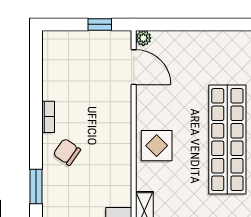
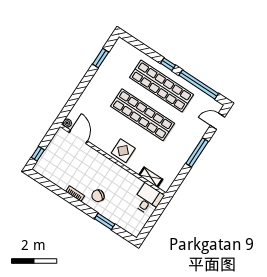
window: (100, 24) -> (38, 154), moved
door: (134, 67) -> (78, 137), hinge flipped

